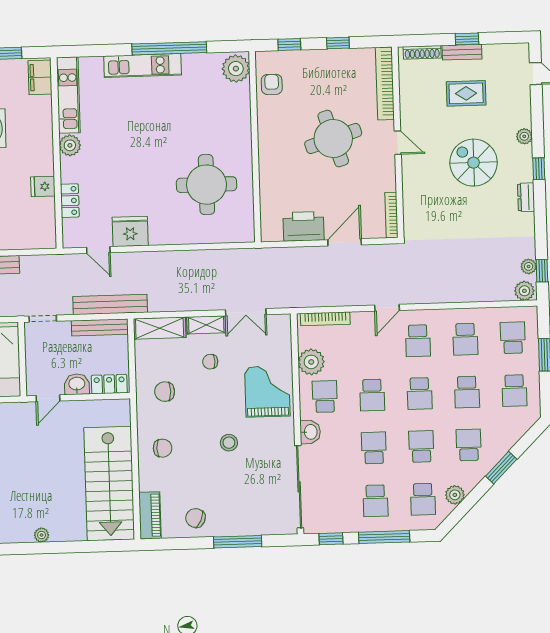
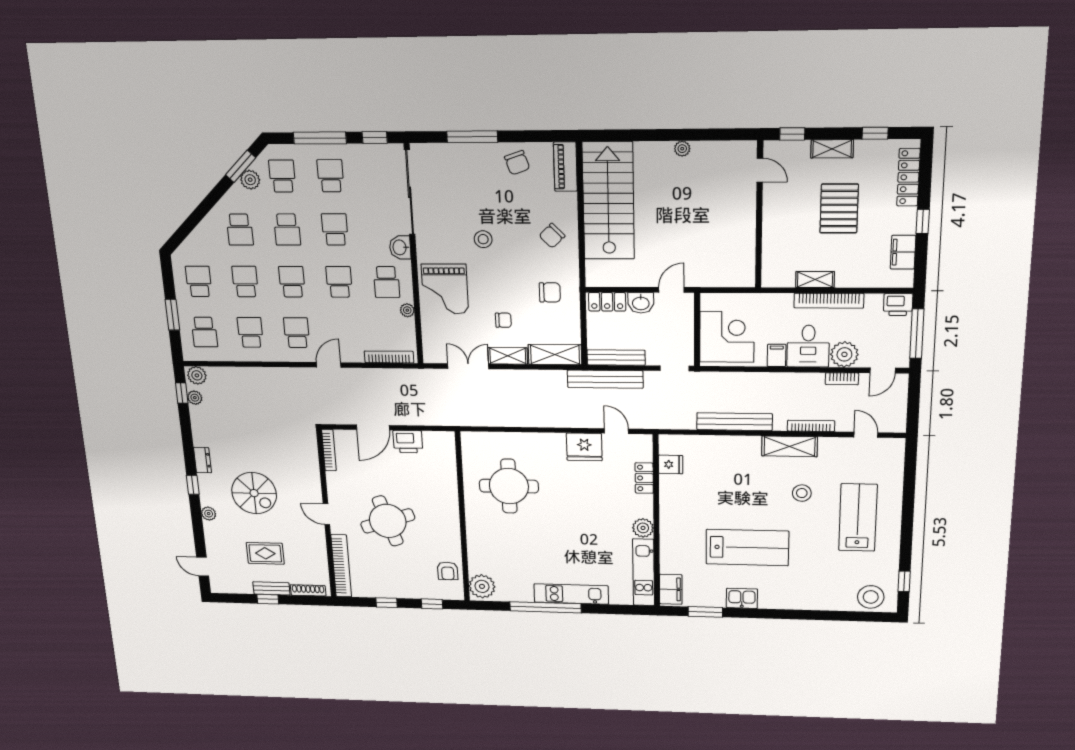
fridge: (43, 186) -> (671, 464), moved
printer: (304, 226) -> (408, 442), width x0.73, depth x0.84
plant: (311, 362) -> (407, 310), width x0.53, depth x0.53
chair: (163, 448) -> (552, 236), turned -44
school desk: (374, 448) -> (335, 229), turned 180
window: (501, 468) -> (241, 166), moved
chair: (195, 518) -> (517, 163), turned 47

